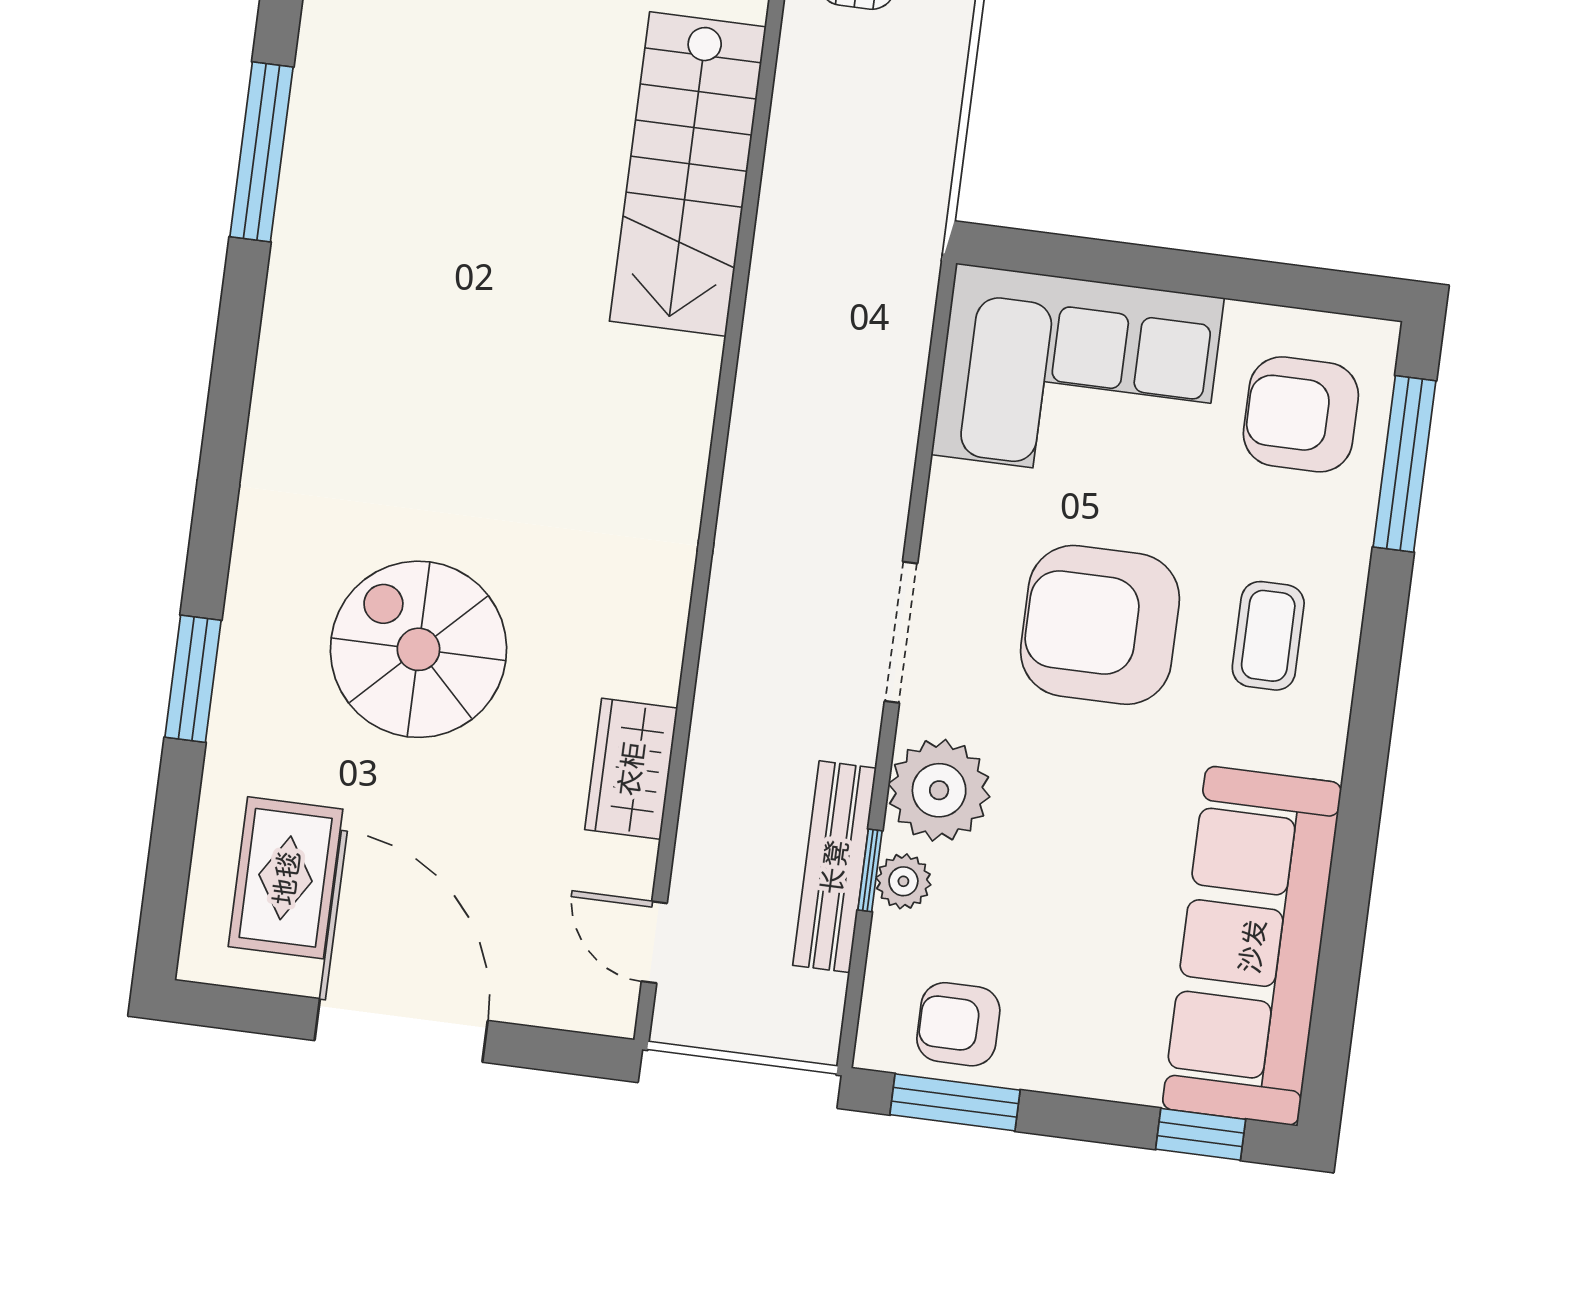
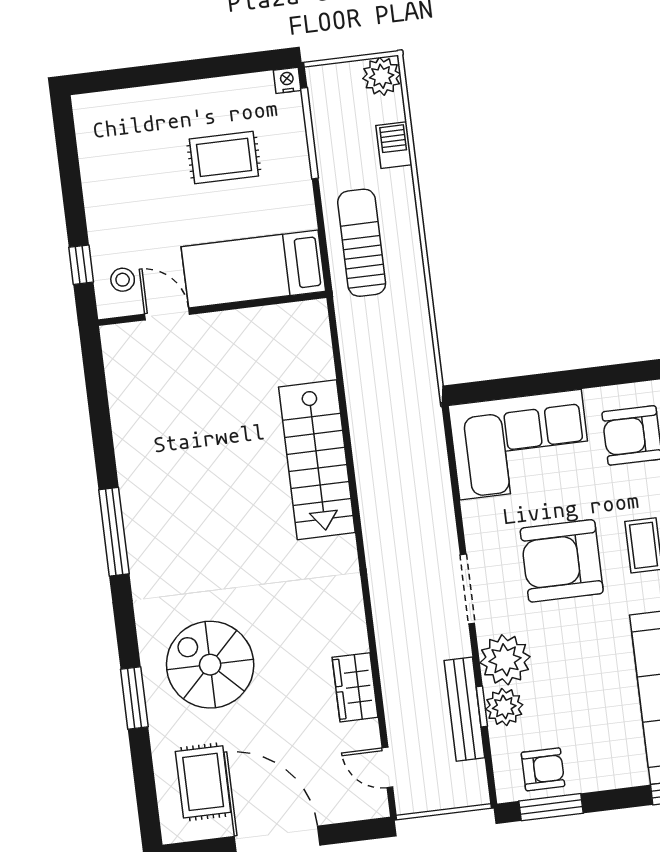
window: (261, 152) -> (114, 532), moved
stairs: (688, 174) -> (317, 460), moved
spiral stairs: (418, 649) -> (210, 665), moved
plant: (903, 881) -> (504, 707), width x1.38, depth x1.38
armchair: (958, 1024) -> (543, 769), turned 180

